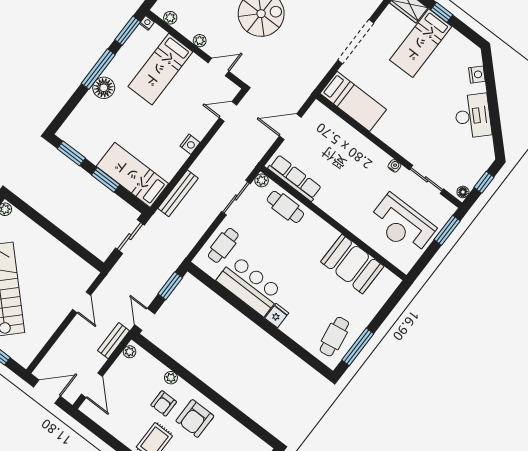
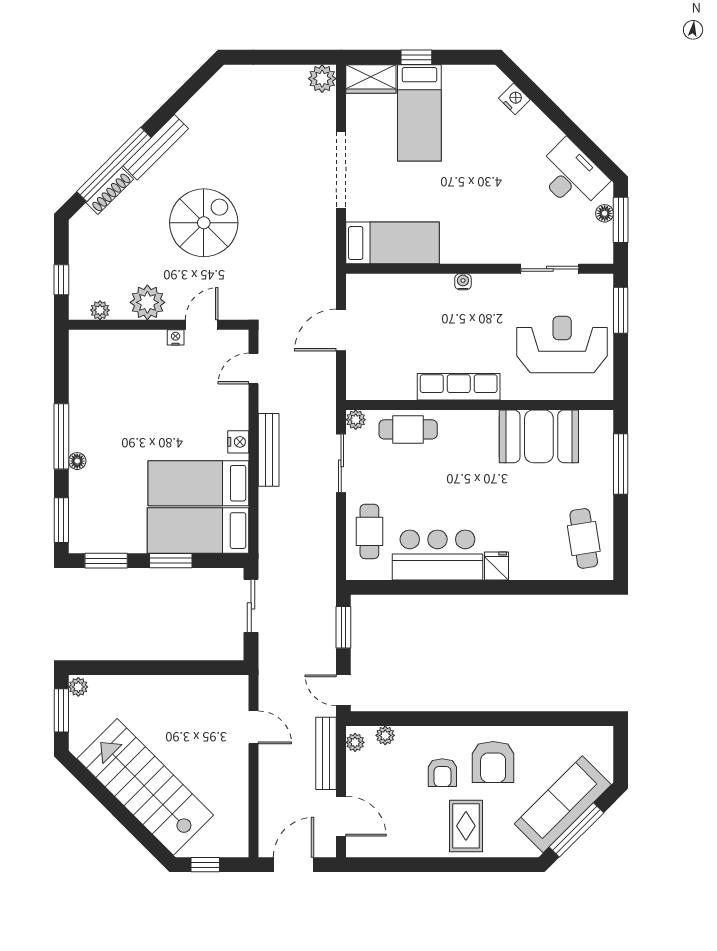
nightstand: (147, 23) -> (176, 337), moved
window: (128, 31) -> (61, 520), moved
plant: (200, 41) -> (147, 302), width x1.88, depth x1.88
bed: (160, 69) -> (198, 483), moved, turned 90
floor lamp: (104, 88) -> (77, 461), width x0.53, depth x0.53
desk: (473, 116) -> (571, 176), moved
water cooler: (394, 166) -> (463, 282), moved
row of seats: (295, 178) -> (459, 387), moved
window: (484, 182) -> (621, 220), width x1.50
floor lamp: (463, 192) -> (605, 213), moved
bench: (178, 193) -> (269, 450), moved
reception desk: (402, 225) -> (562, 344), turned 180
bench: (114, 341) -> (326, 753), width x1.36
window: (358, 347) -> (621, 464), moved
plant: (171, 378) -> (385, 735), moved

